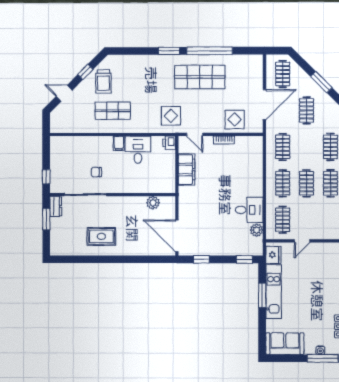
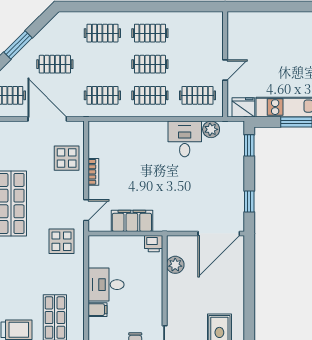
printer: (169, 143) -> (154, 244), moved
door: (302, 241) -> (225, 70), hinge flipped

